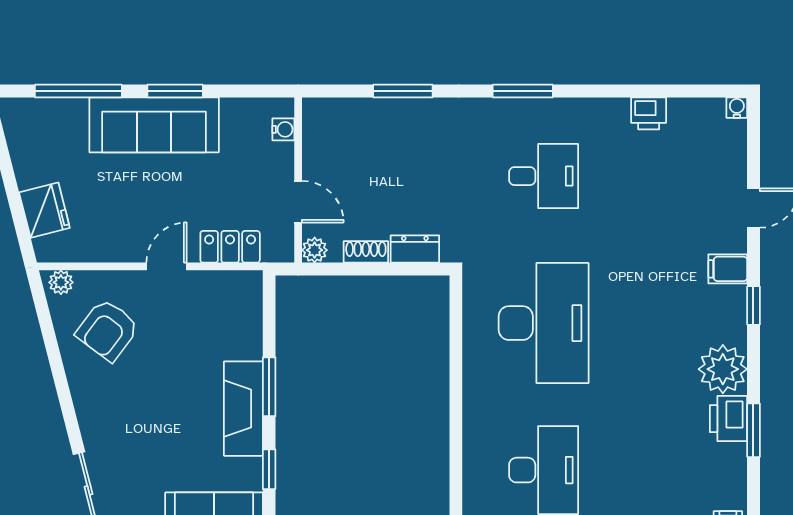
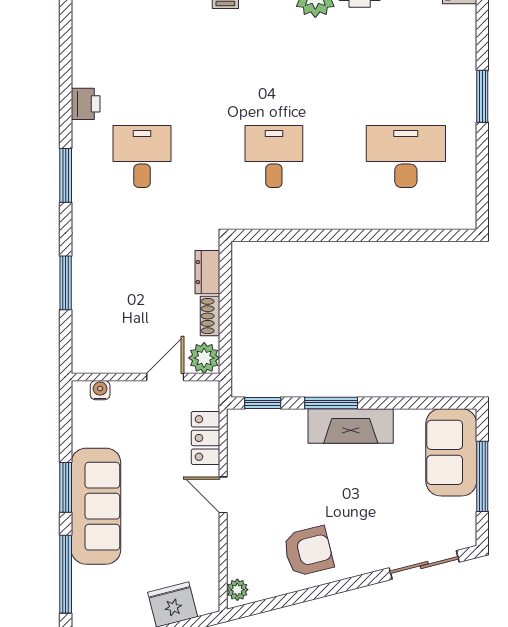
printer: (649, 113) -> (86, 104), moved
plant: (315, 250) -> (204, 358), width x1.38, depth x1.38
desk: (544, 323) -> (274, 157), width x0.53, depth x0.77
armchair: (108, 330) -> (308, 551), moved, turned -51
window: (269, 469) -> (263, 403), moved

